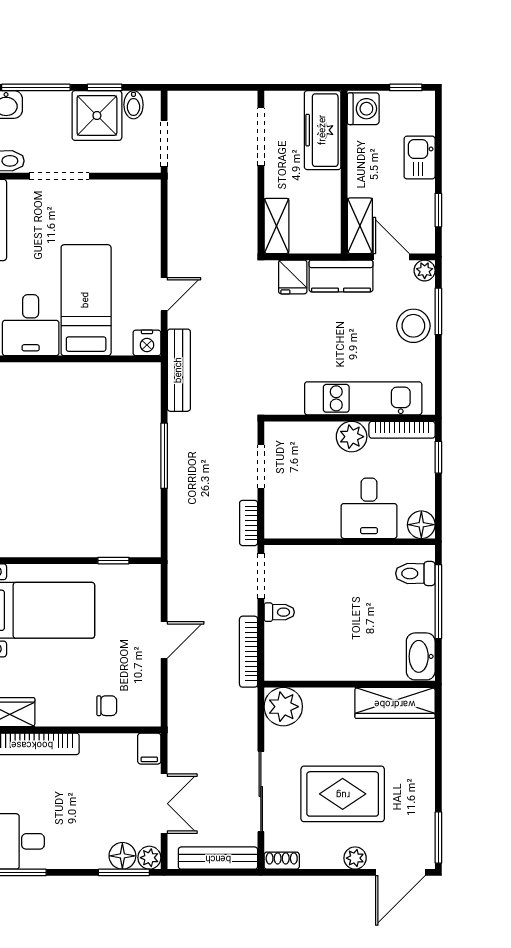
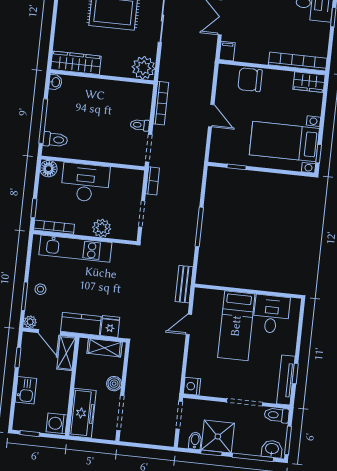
boiler: (276, 184) -> (114, 384), added
shelving: (277, 226) -> (105, 348), moved, turned 90
stool: (413, 326) -> (40, 289), width x0.53, depth x0.53
nightstand: (147, 343) -> (192, 386), moved, turned -90
bench: (179, 370) -> (184, 284), width x0.73
plant: (352, 437) -> (102, 228), moved
desk: (369, 508) -> (85, 183), width x1.37
door: (164, 640) -> (211, 116), swing flipped
washbasin: (421, 656) -> (55, 82), width x0.52, depth x0.69
chair: (107, 706) -> (250, 80), width x1.87, depth x1.87

